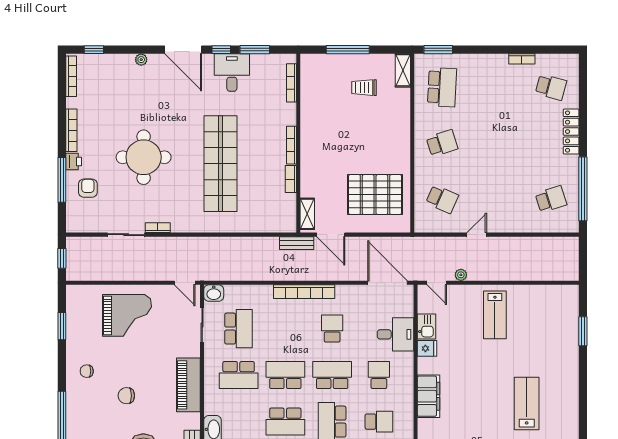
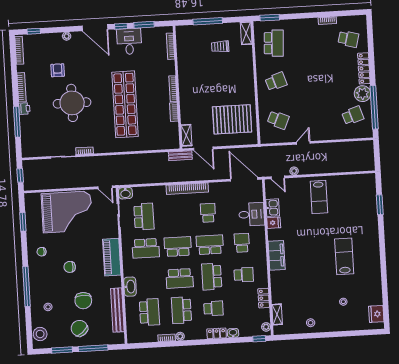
plant: (567, 168) -> (363, 94), added
armchair: (88, 188) -> (58, 70), moved
grand piano: (127, 315) -> (67, 212), width x1.37, depth x1.48

